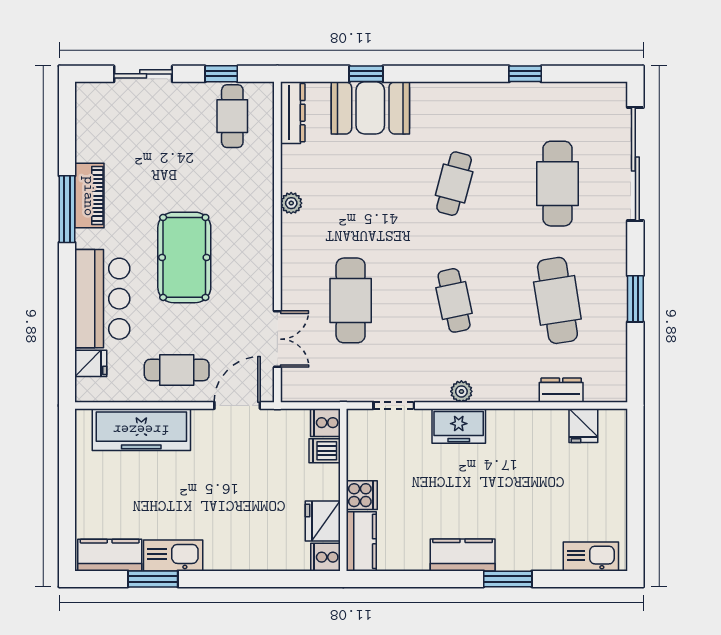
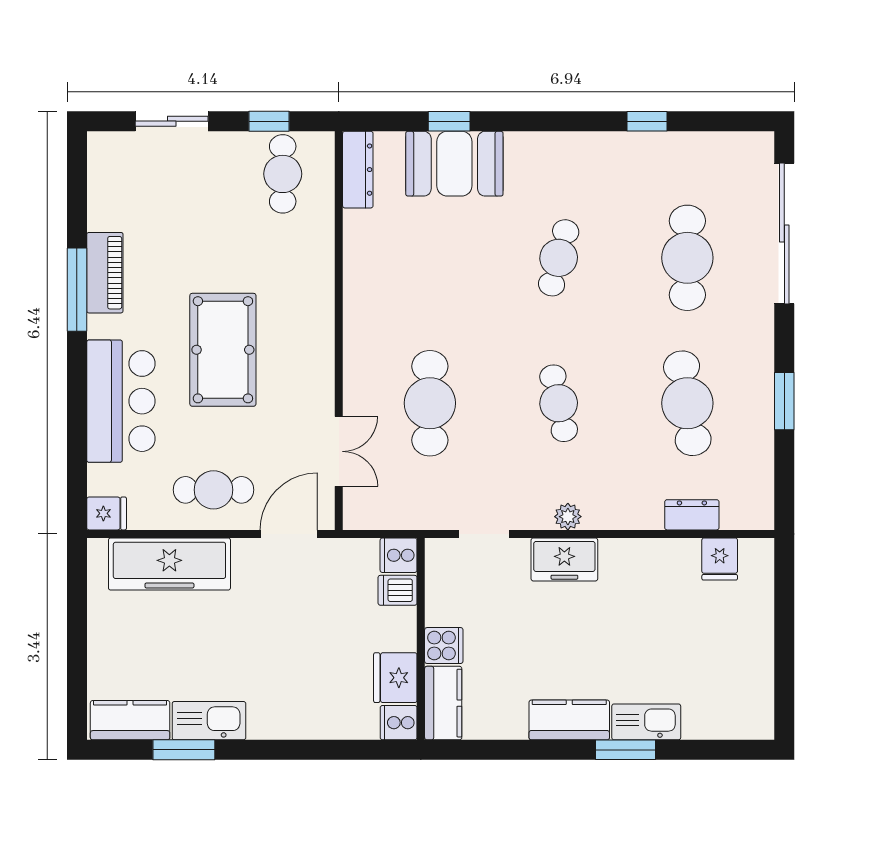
plant: (291, 203) -> (356, 282), removed
fridge: (91, 363) -> (107, 513), moved
kitchen sink: (591, 556) -> (646, 722), moved

